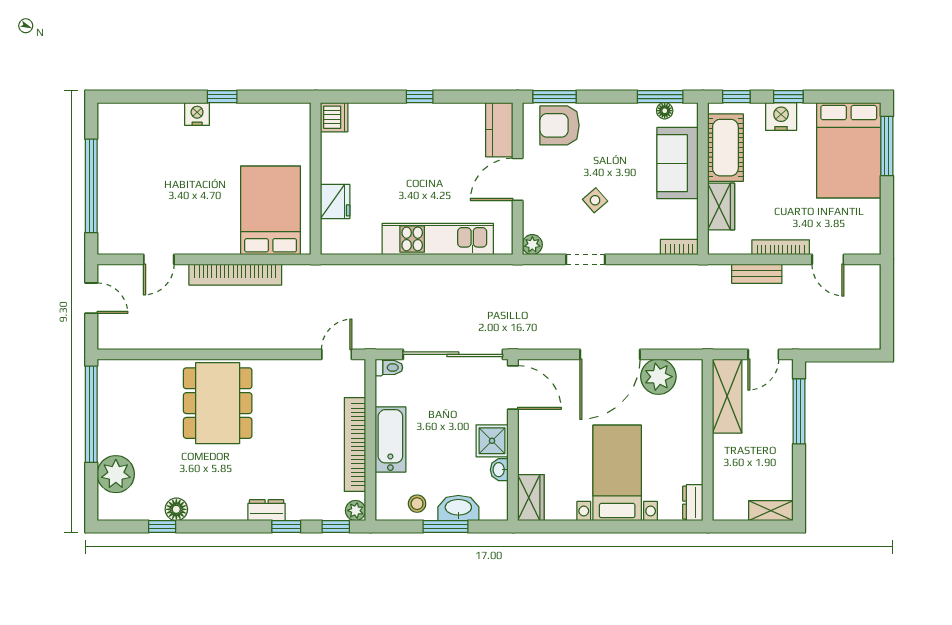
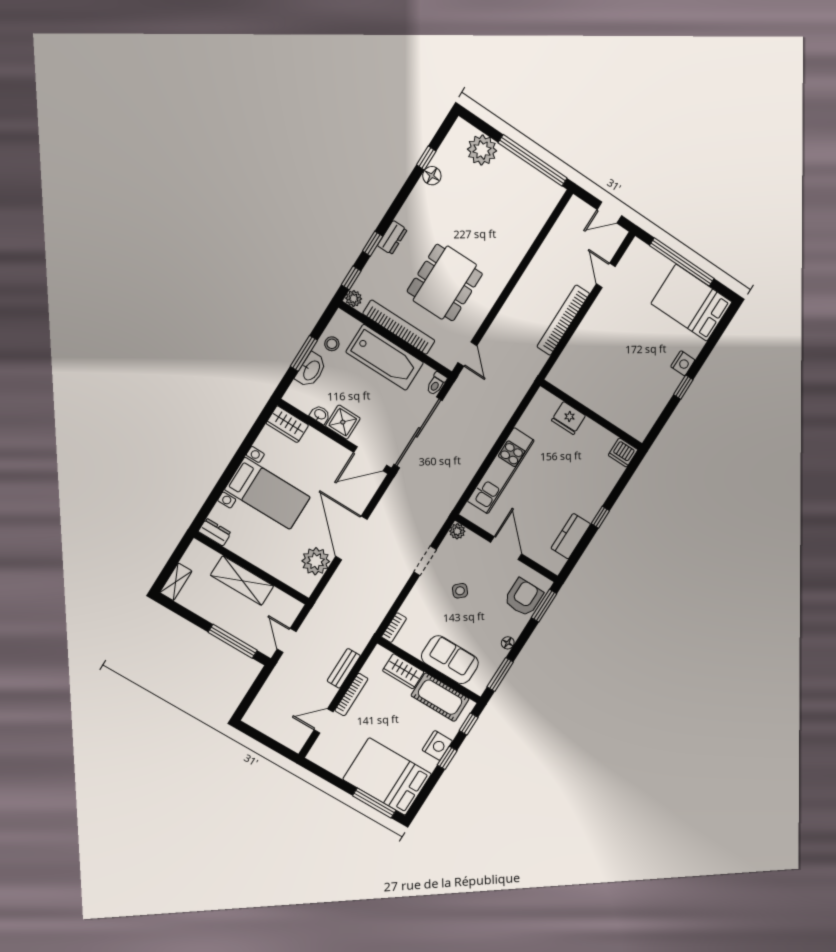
floor lamp: (665, 111) -> (508, 643), moved
kitchen counter: (499, 130) -> (571, 536), moved, turned -90
bed: (271, 210) -> (691, 303), moved, turned 180
shelving: (727, 396) -> (242, 581), moved
dining table: (218, 403) -> (445, 283), moved, turned 90
bathtub: (390, 440) -> (385, 357), width x1.36, depth x1.36

